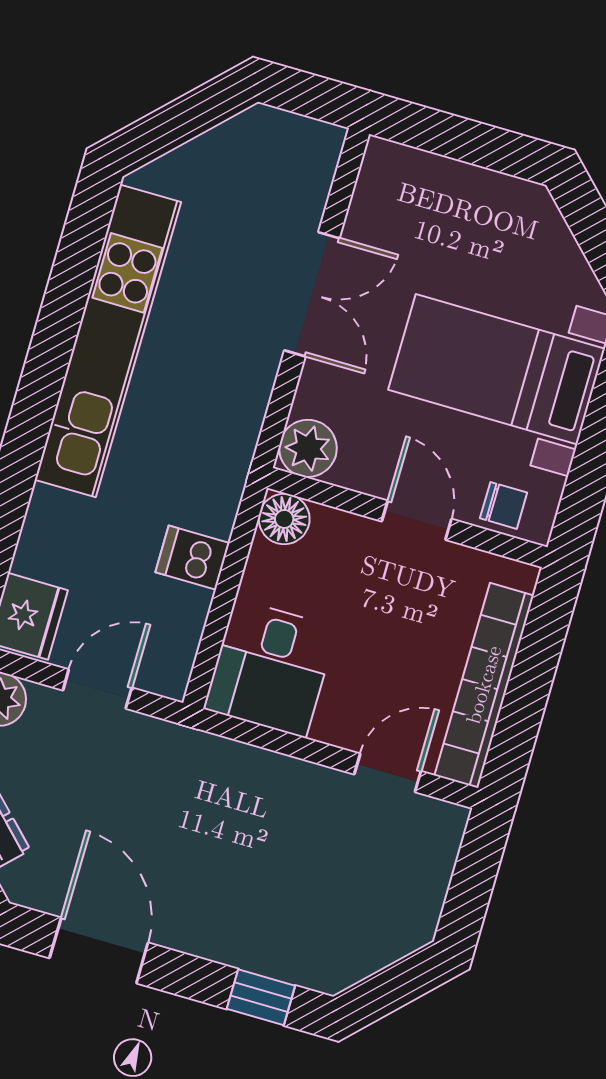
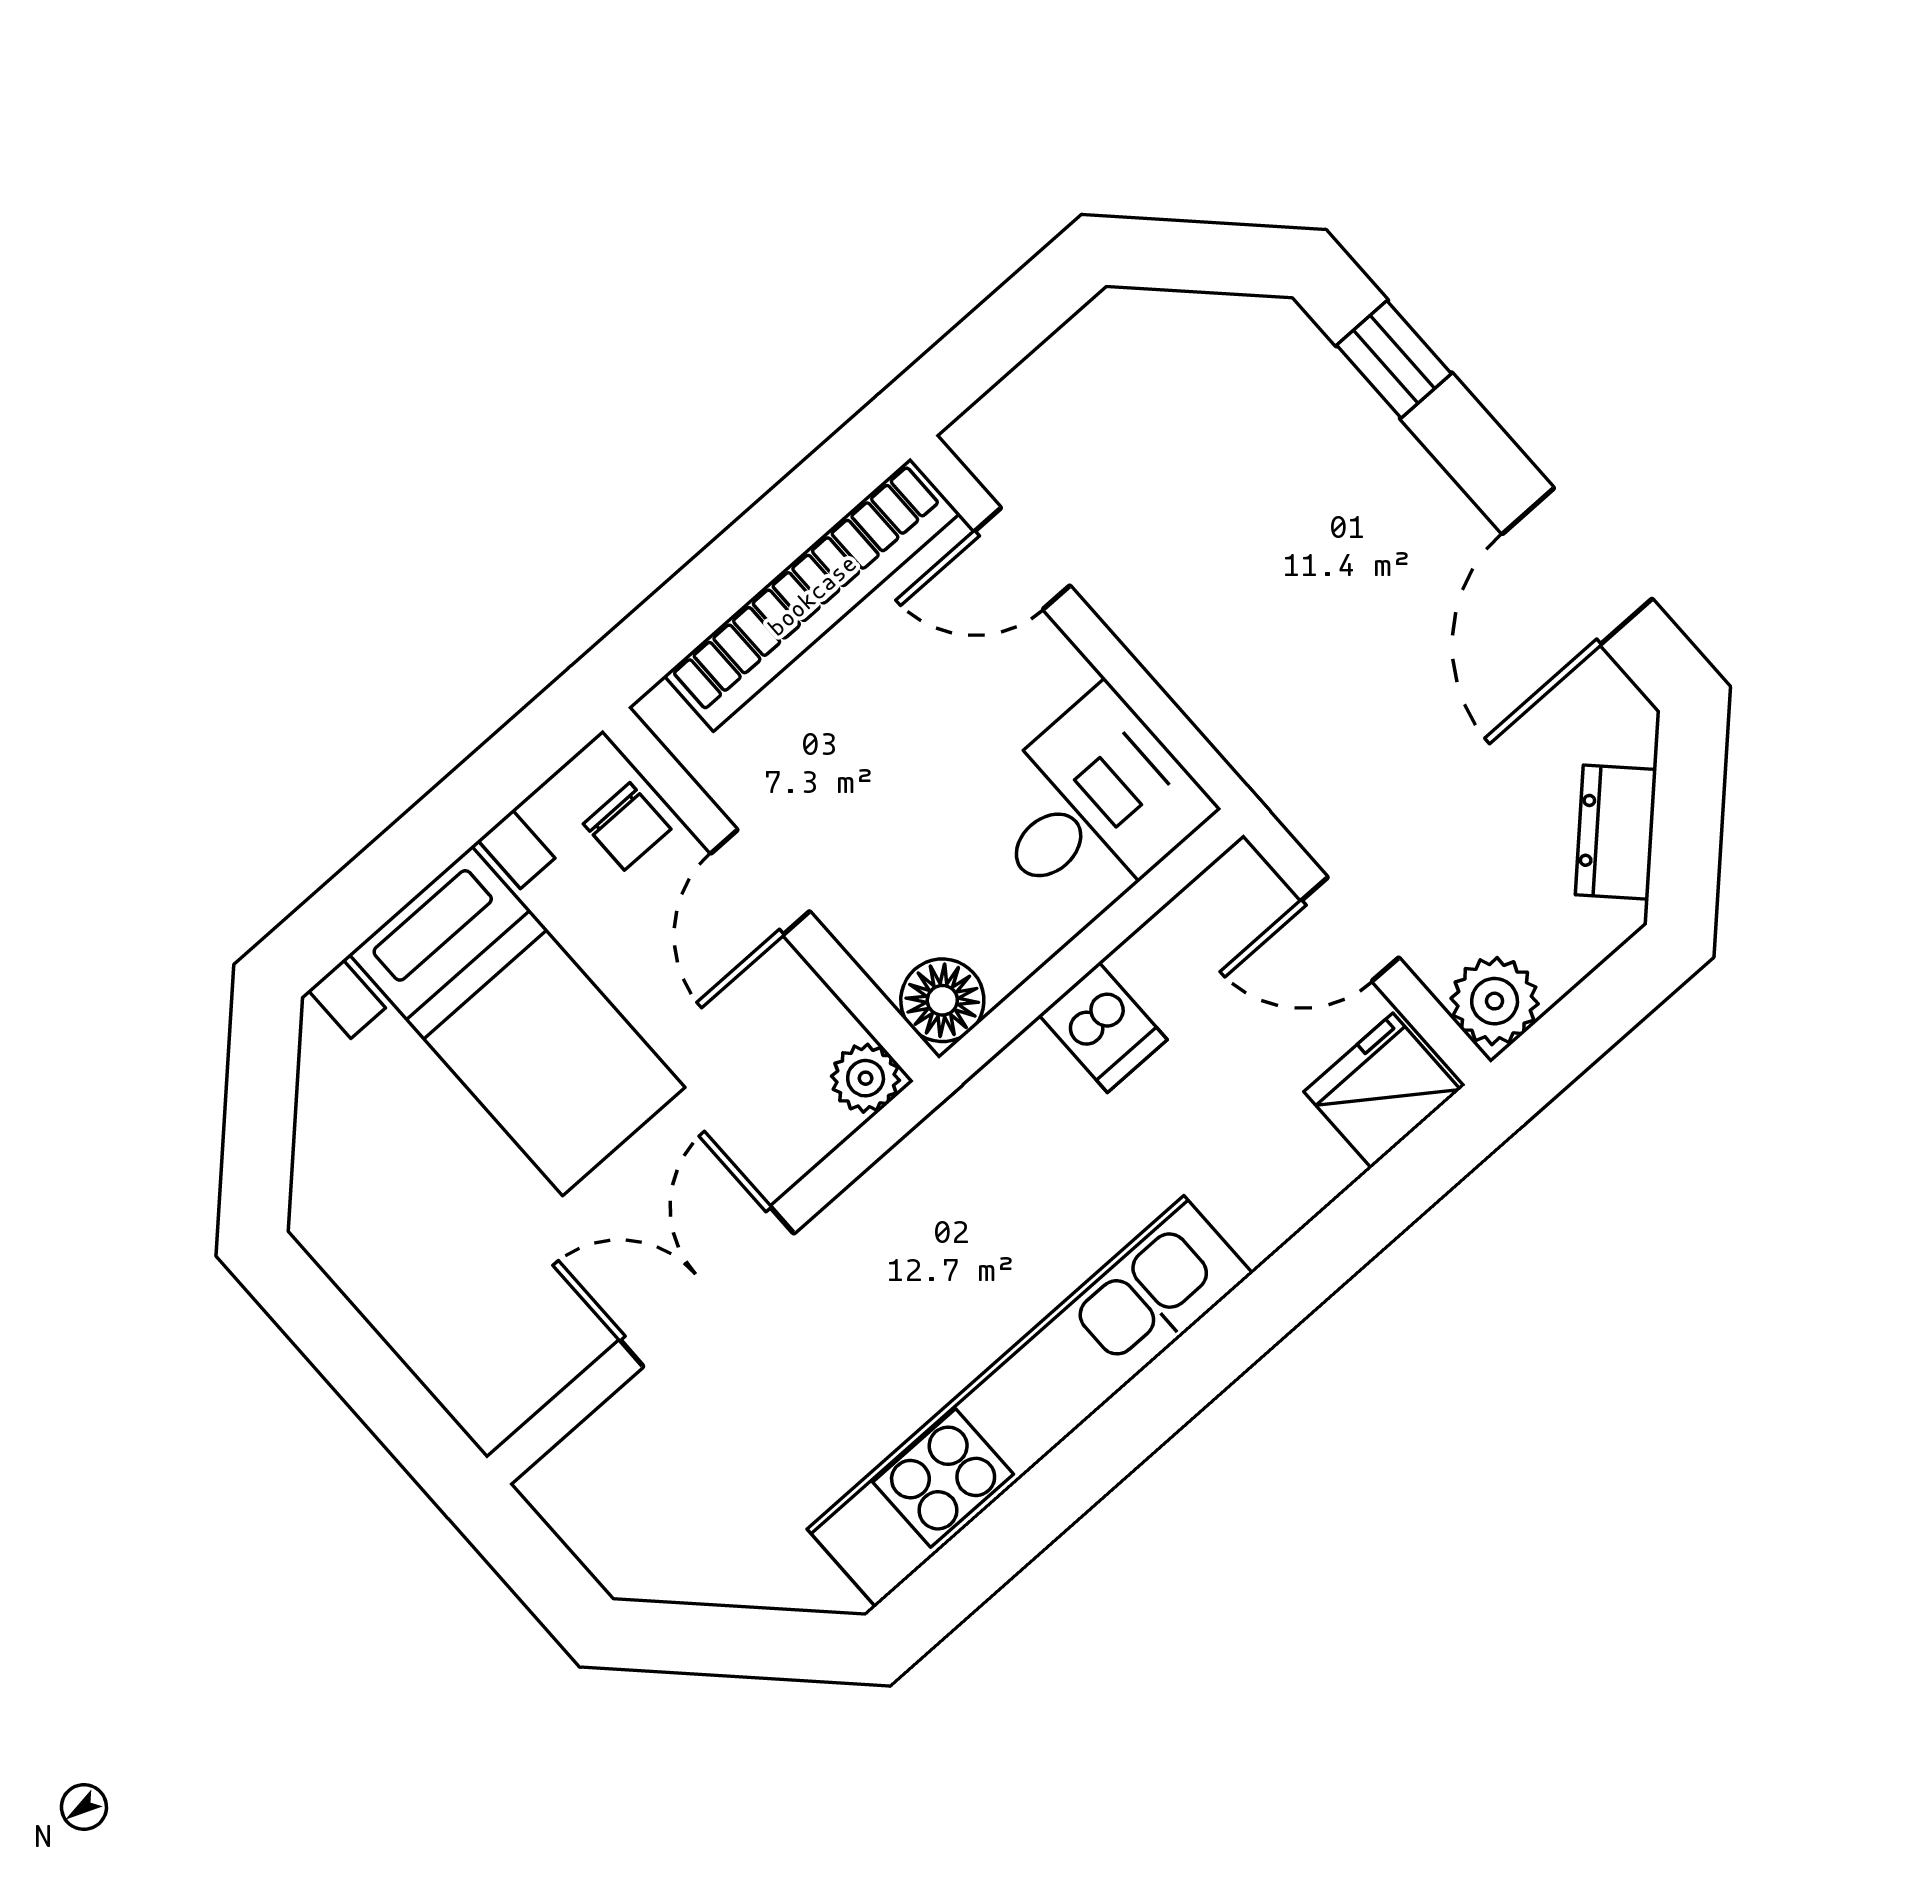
plant: (308, 448) -> (866, 1078), width x0.73, depth x0.73
chair: (504, 505) -> (627, 826), turned 180

